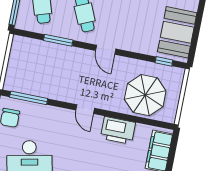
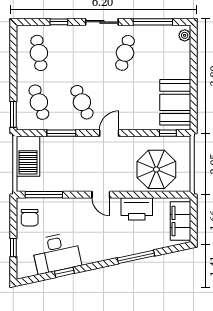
door: (106, 50) -> (109, 133), swing flipped
barbecue: (20, 57) -> (28, 156), added

